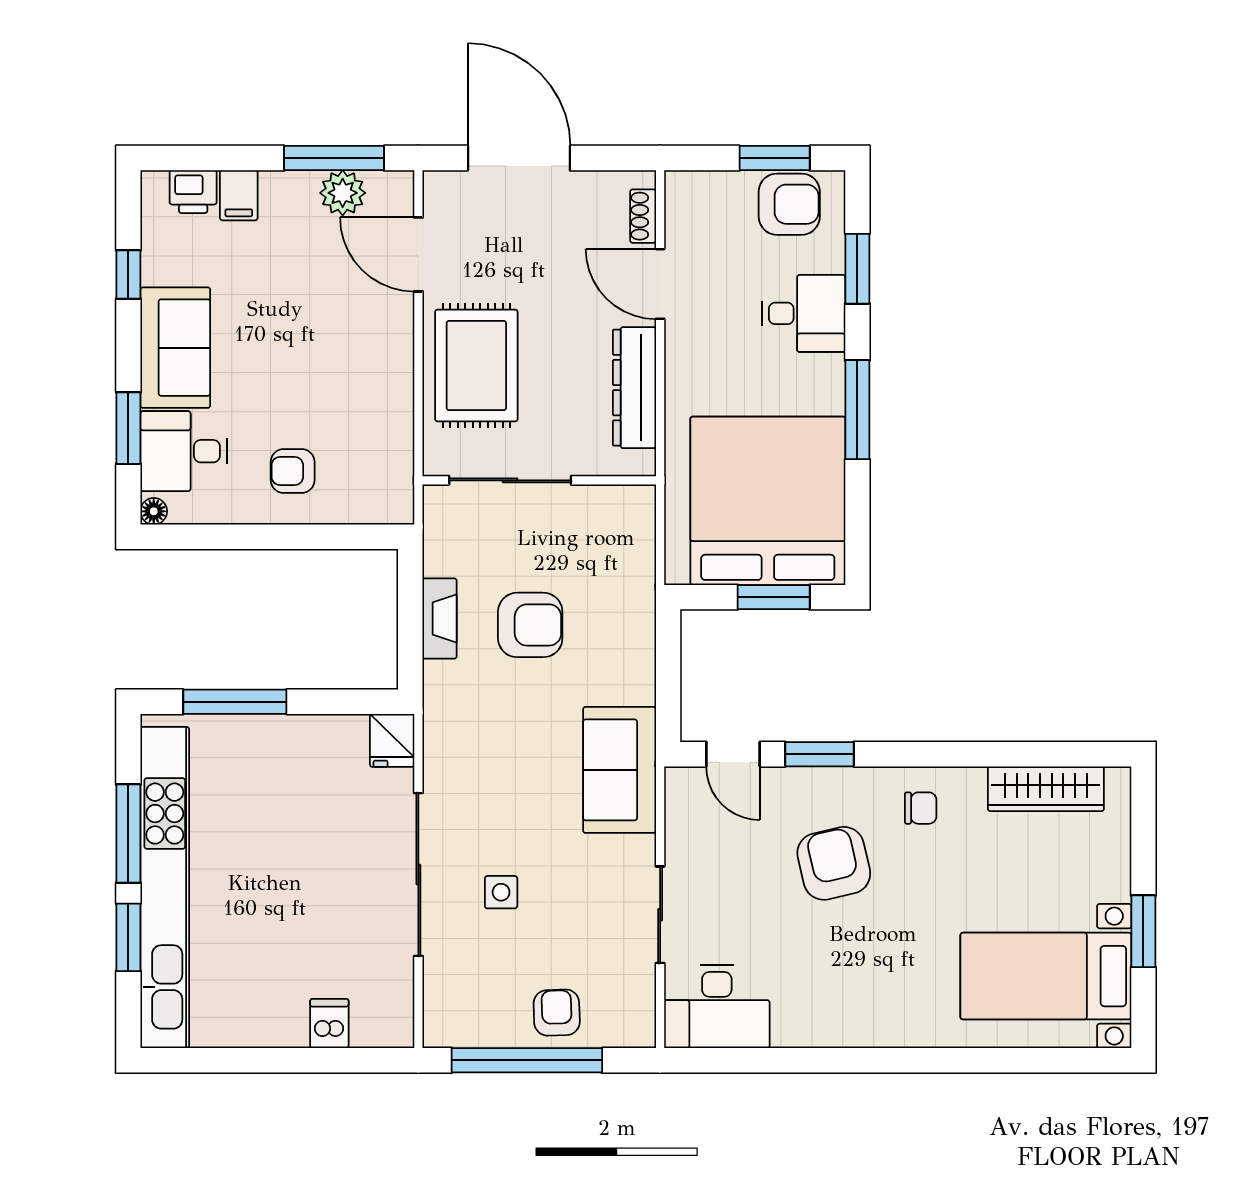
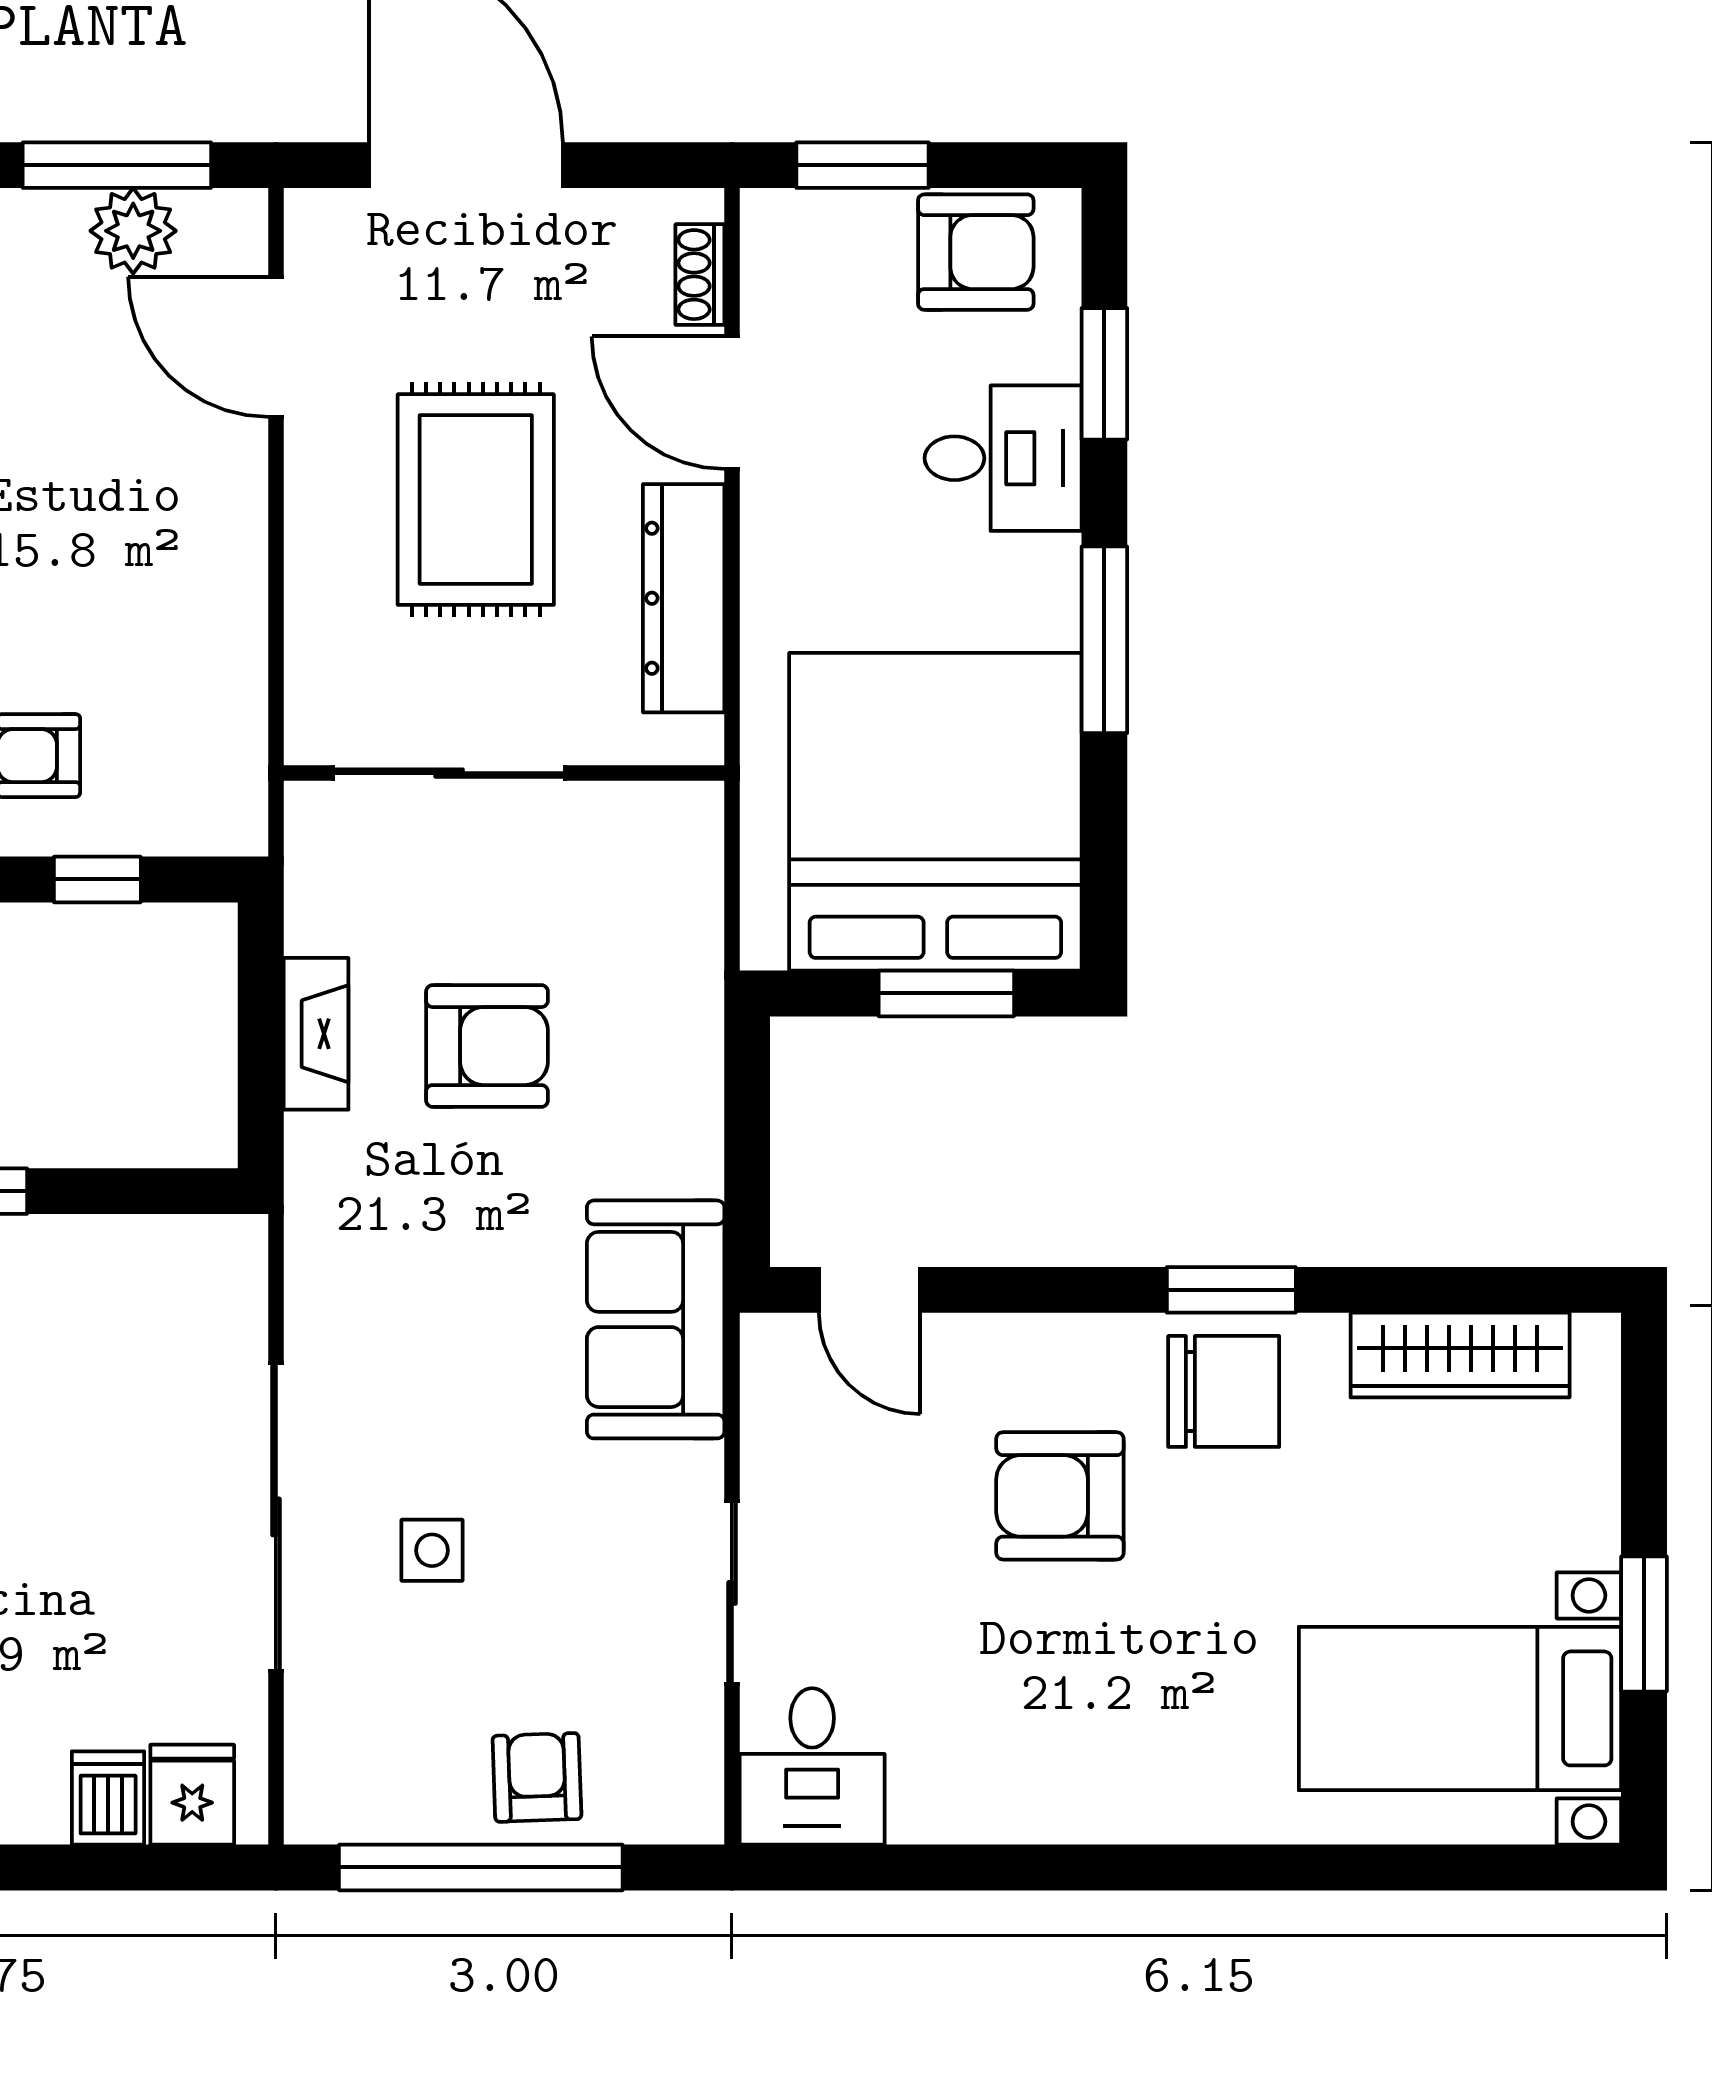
window: (775, 158) -> (863, 165), moved
rug: (476, 366) -> (476, 500), moved
window: (324, 537) -> (97, 879), added
fridge: (392, 740) -> (192, 1795), moved, turned 180
window: (819, 754) -> (1231, 1290), moved
chair: (921, 808) -> (1224, 1391), width x1.87, depth x1.87
armchair: (834, 863) -> (1060, 1496), turned -77
desk: (717, 1007) -> (812, 1766), width x0.73

